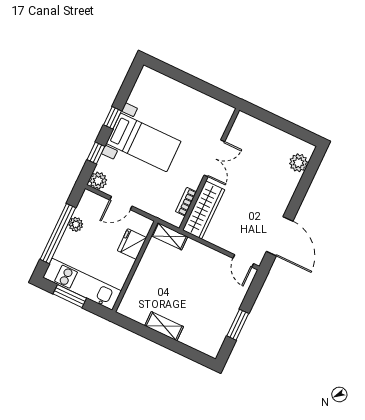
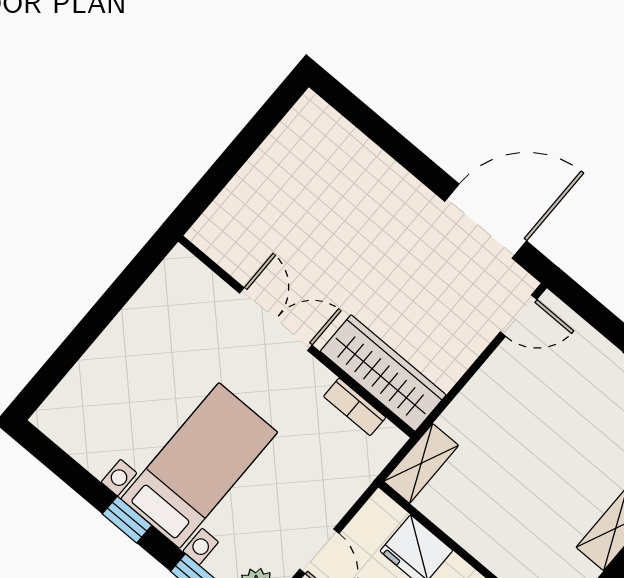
plant: (298, 163) -> (335, 136), removed

